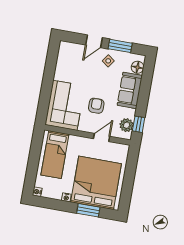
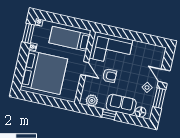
window: (139, 124) -> (109, 115), moved
door: (102, 137) -> (85, 69), moved
window: (88, 210) -> (28, 33), moved

